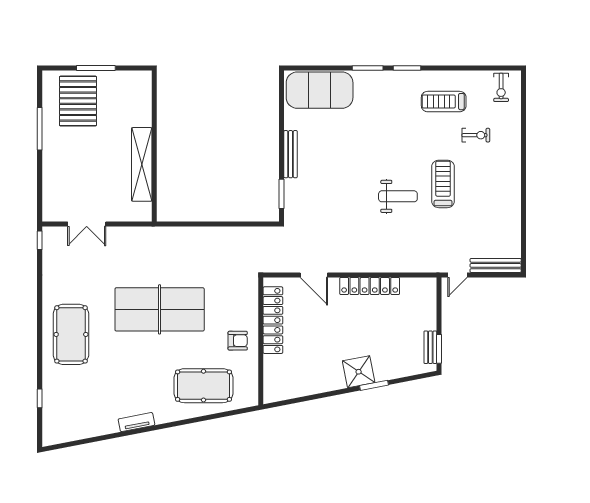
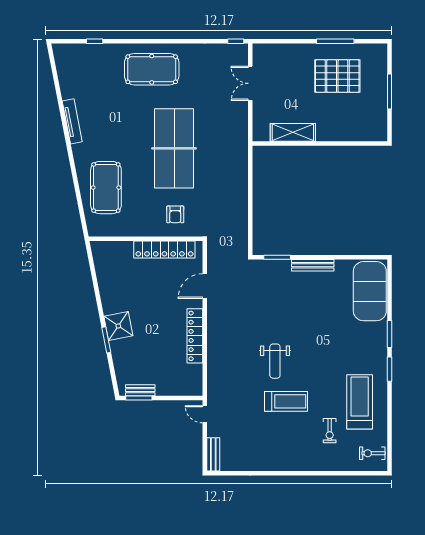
pallet: (78, 101) -> (337, 76), moved
treadmill: (444, 102) -> (360, 402), width x1.37, depth x1.38
shelving: (142, 164) -> (293, 132), width x0.68
bench: (496, 265) -> (213, 454), width x0.73
armchair: (238, 341) -> (175, 214), moved
tv unit: (136, 422) -> (72, 121), width x1.41

